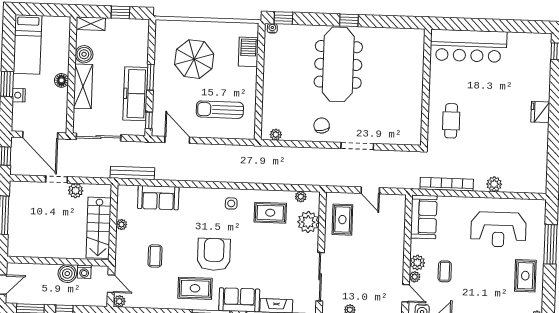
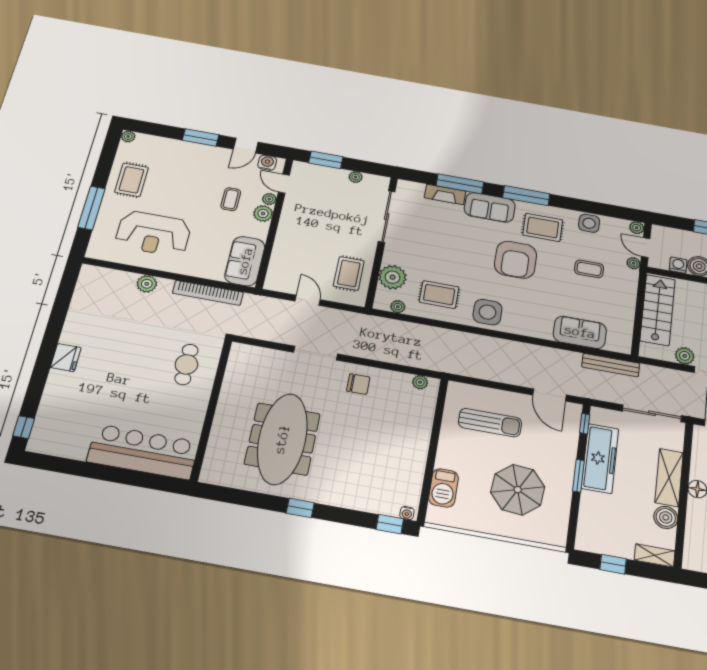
meeting table: (338, 64) -> (282, 439), moved
chair: (322, 126) -> (358, 384), turned -79
side table: (231, 203) -> (487, 312), width x1.87, depth x1.87
plant: (122, 224) -> (633, 263), moved
reception desk: (498, 229) -> (153, 233), turned 180
coffee table: (155, 256) -> (589, 269), turned 90
side table: (158, 299) -> (589, 223), added

